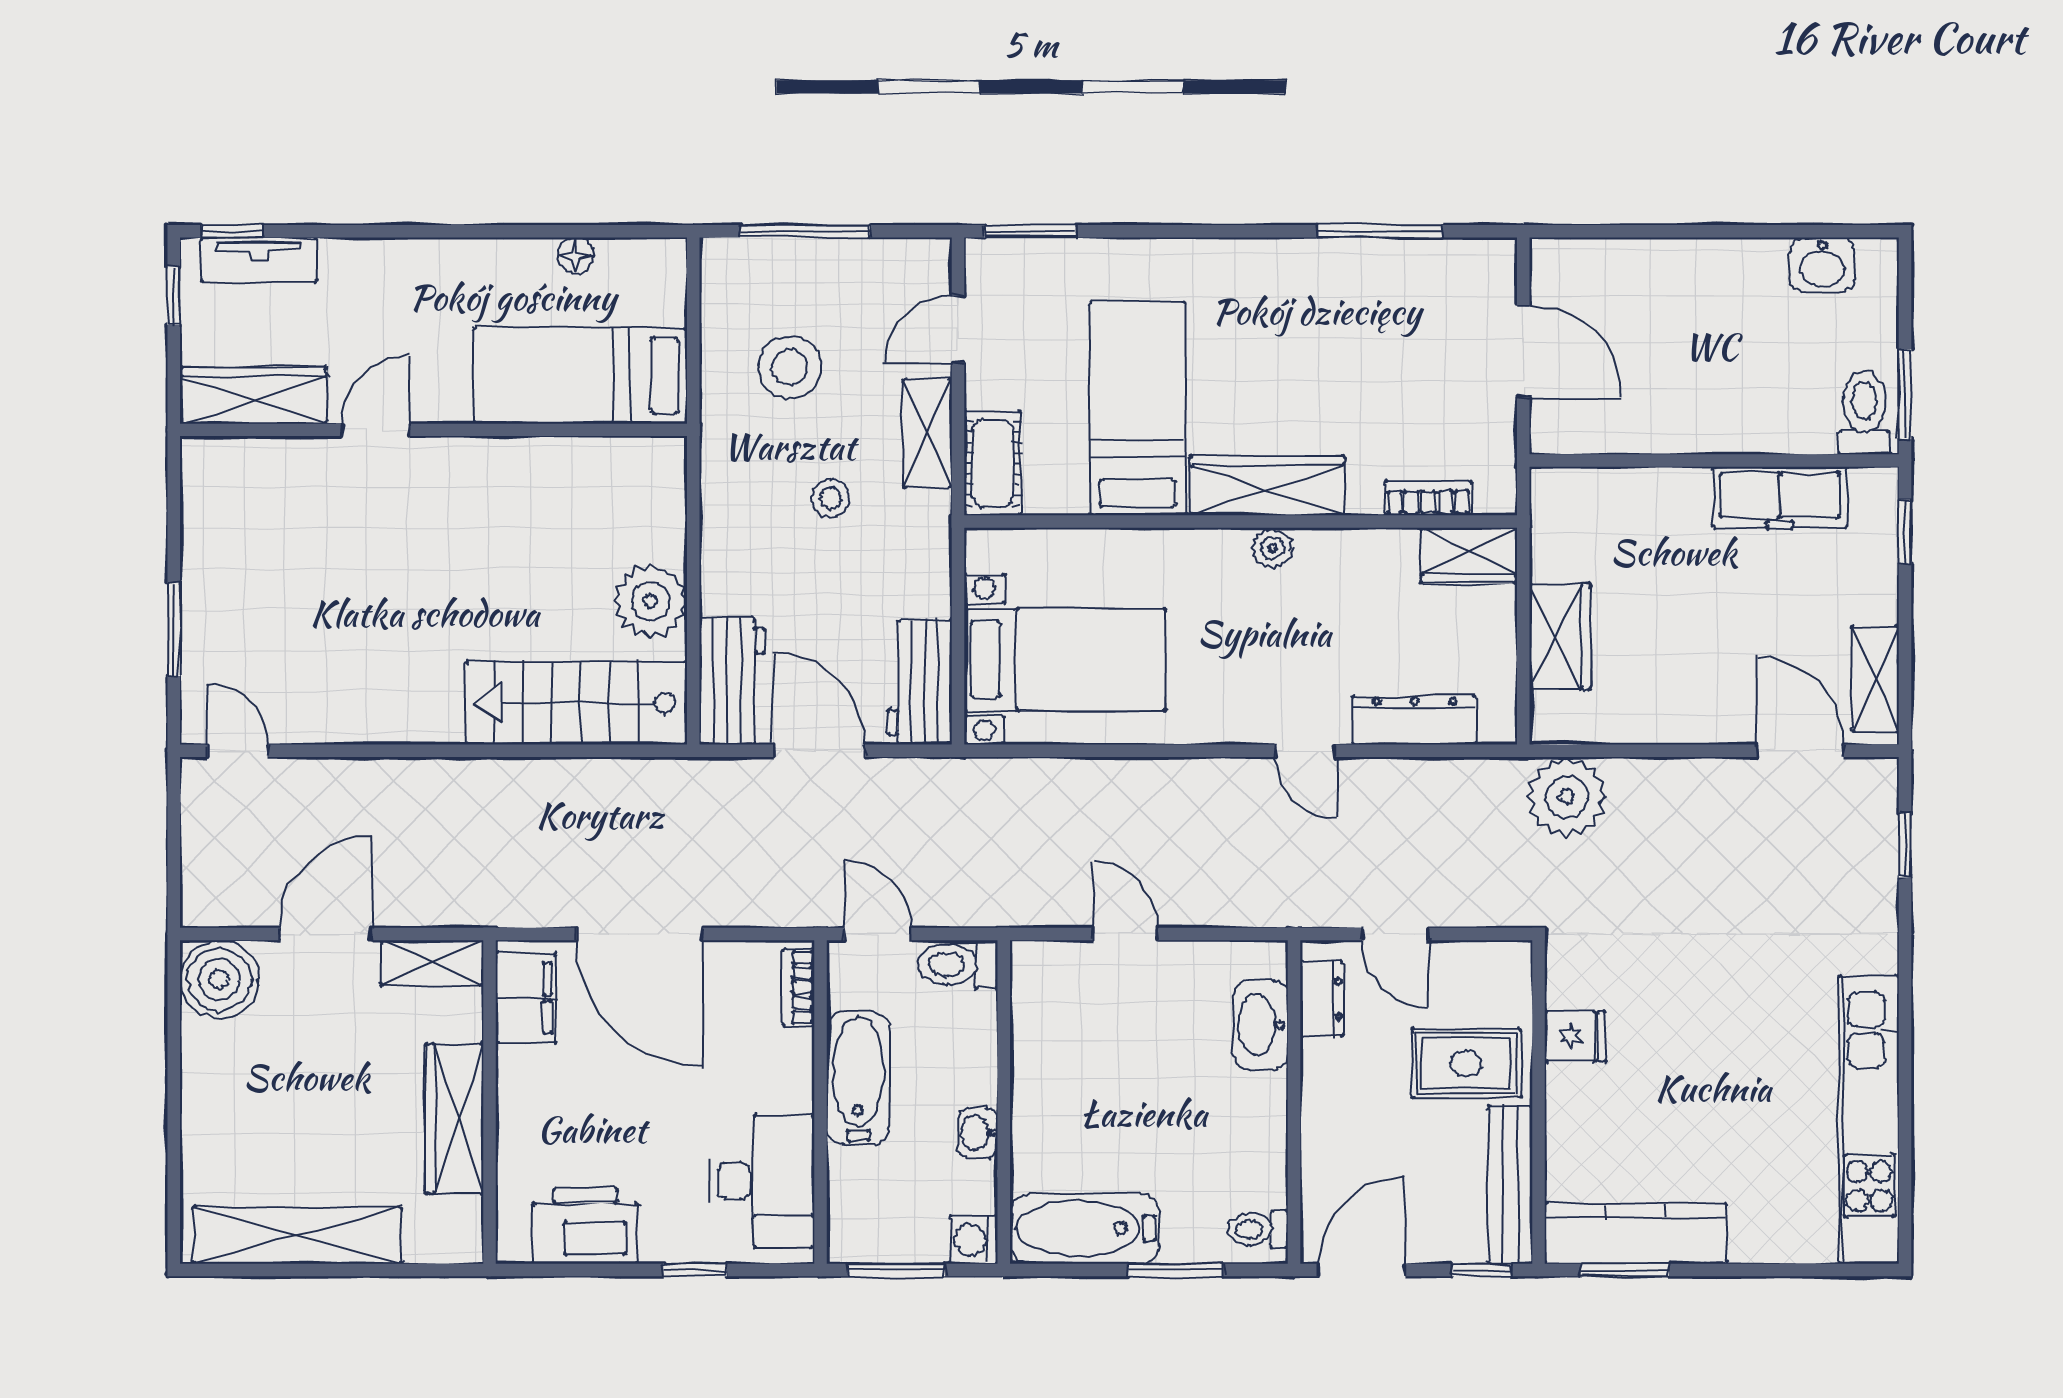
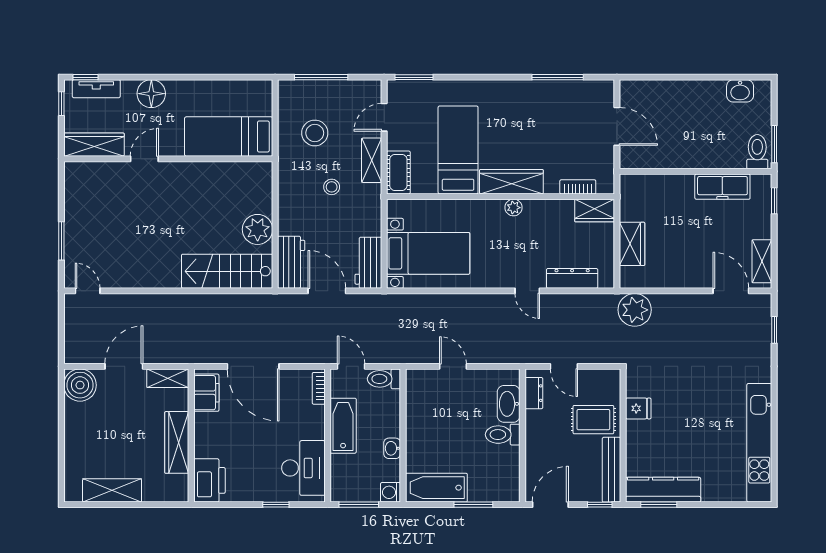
floor lamp: (575, 256) -> (151, 94), moved, width x1.89, depth x1.89
printer: (585, 1226) -> (209, 480), moved, turned 90
toilet: (1258, 1229) -> (503, 435), moved, width x1.37, depth x1.39
shelving: (297, 1235) -> (112, 490), width x0.68

